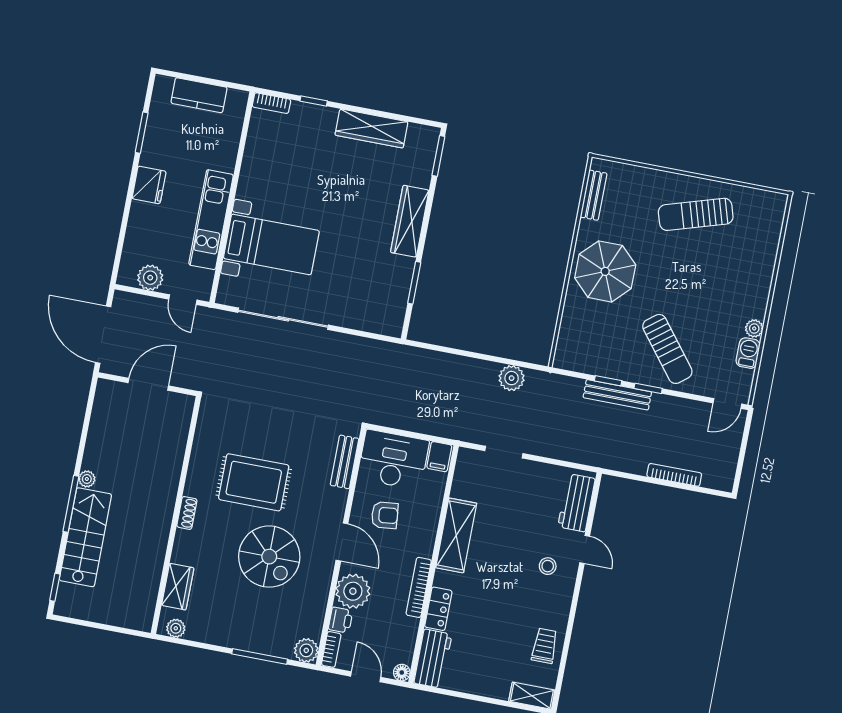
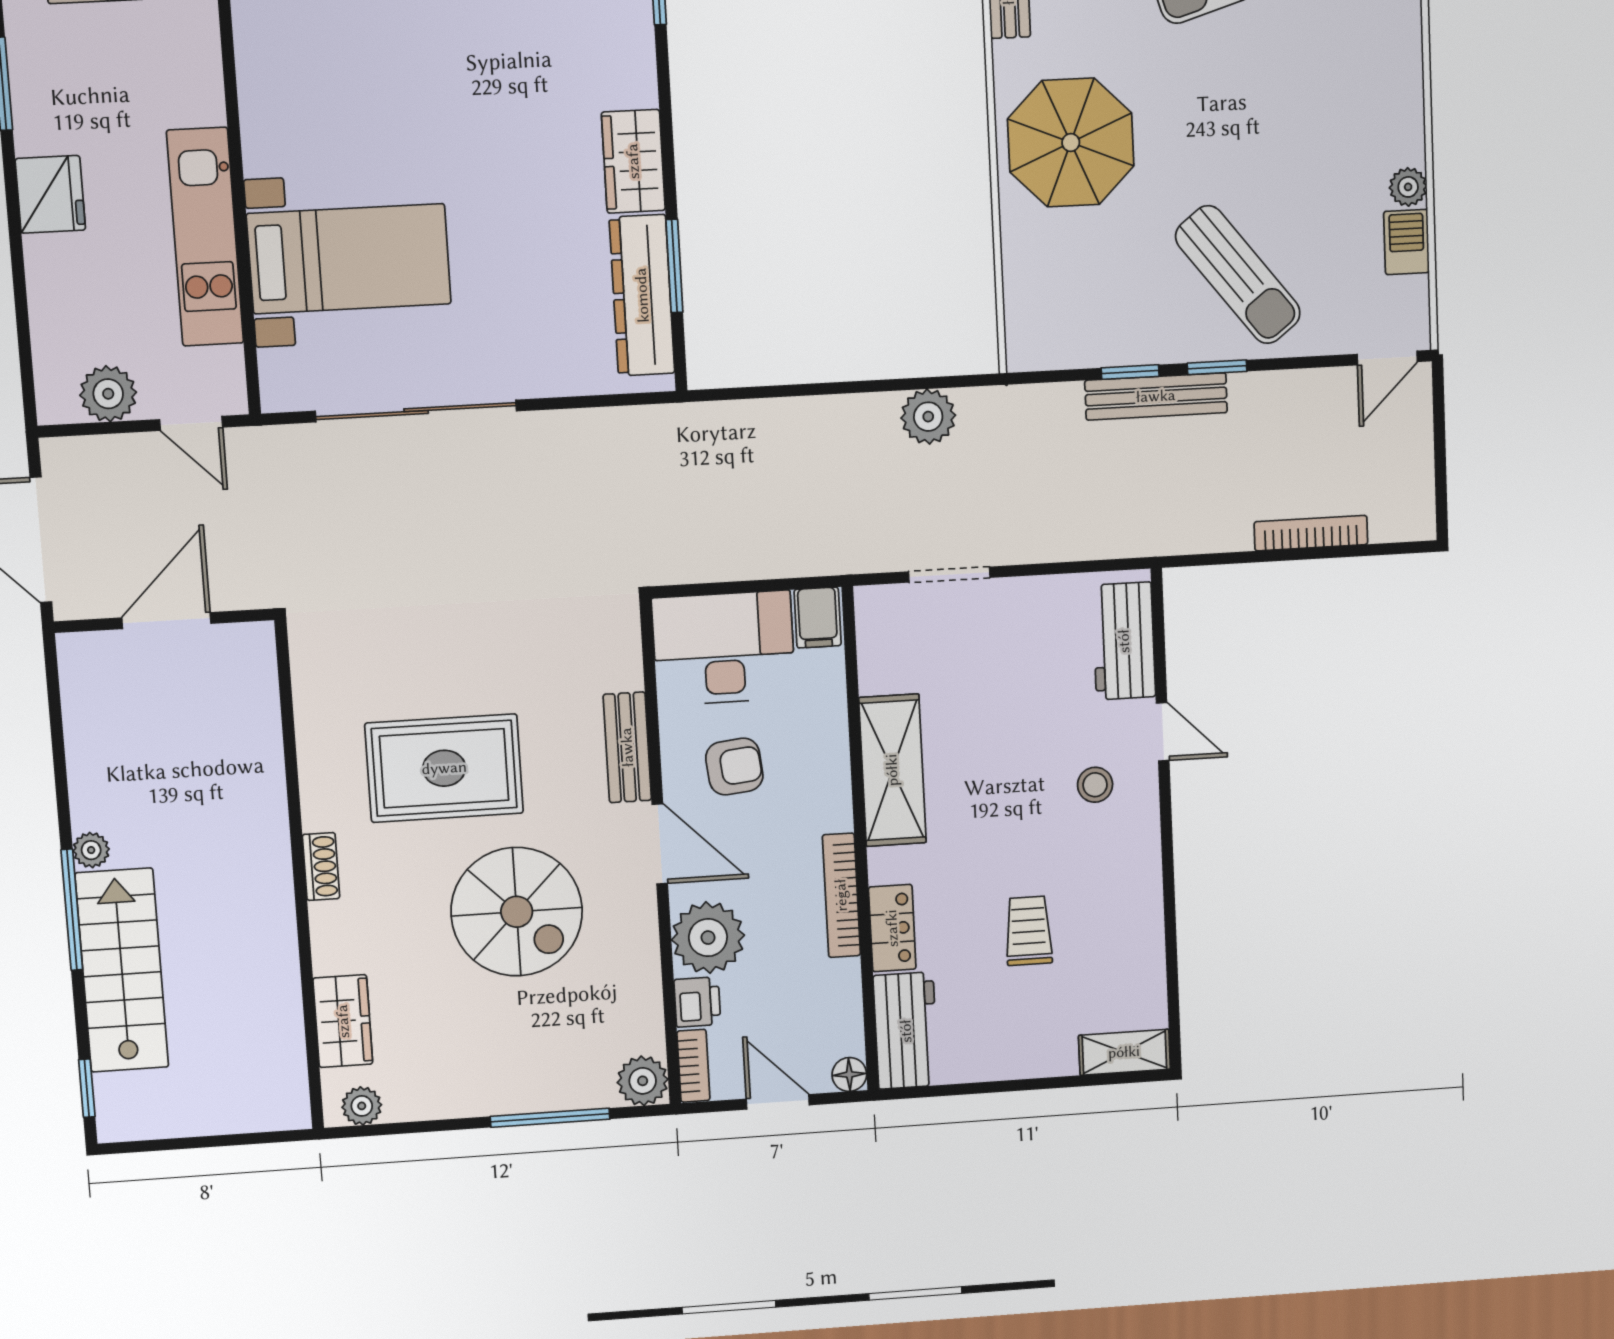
wardrobe: (410, 221) -> (633, 161), width x0.67
dresser: (396, 292) -> (642, 295), added
bench: (345, 462) -> (627, 747), moved
trolley: (545, 646) -> (1029, 931), moved

